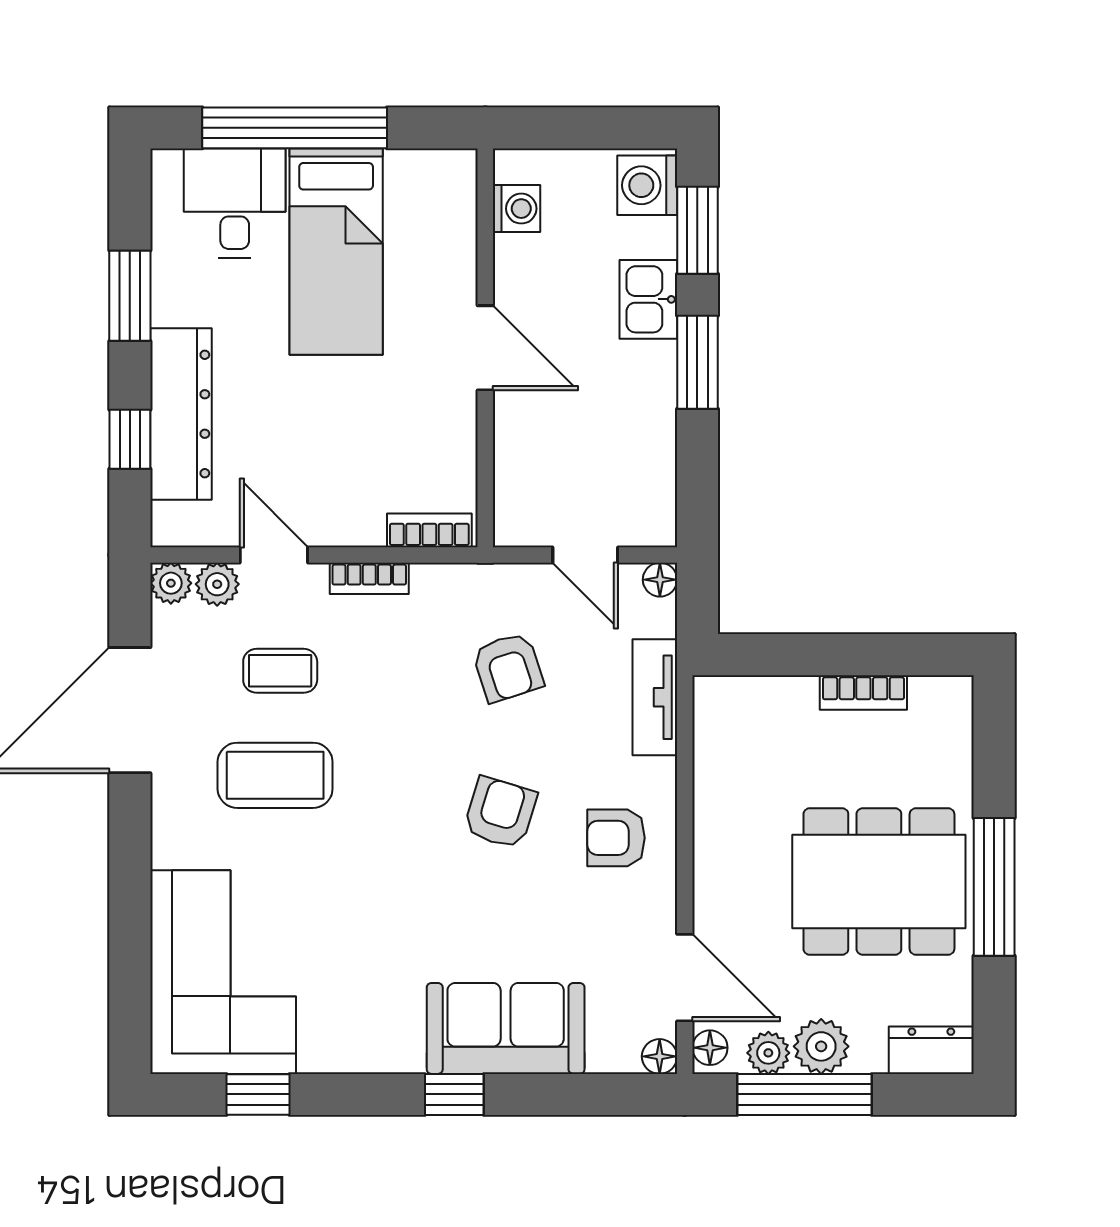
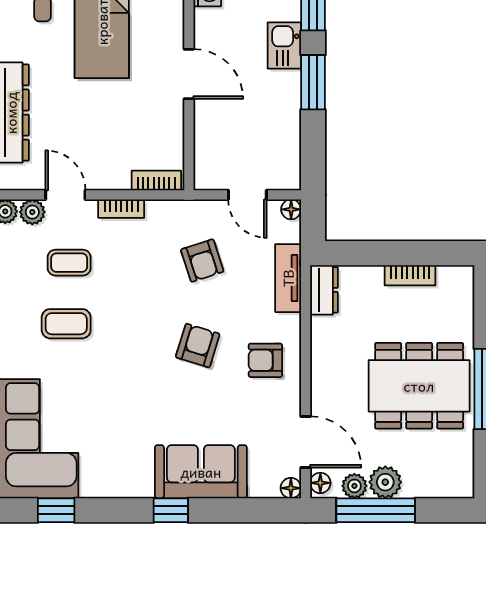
coffee table: (275, 775) -> (66, 324), width x0.73, depth x0.77
dresser: (931, 1050) -> (324, 290), moved, turned 90

